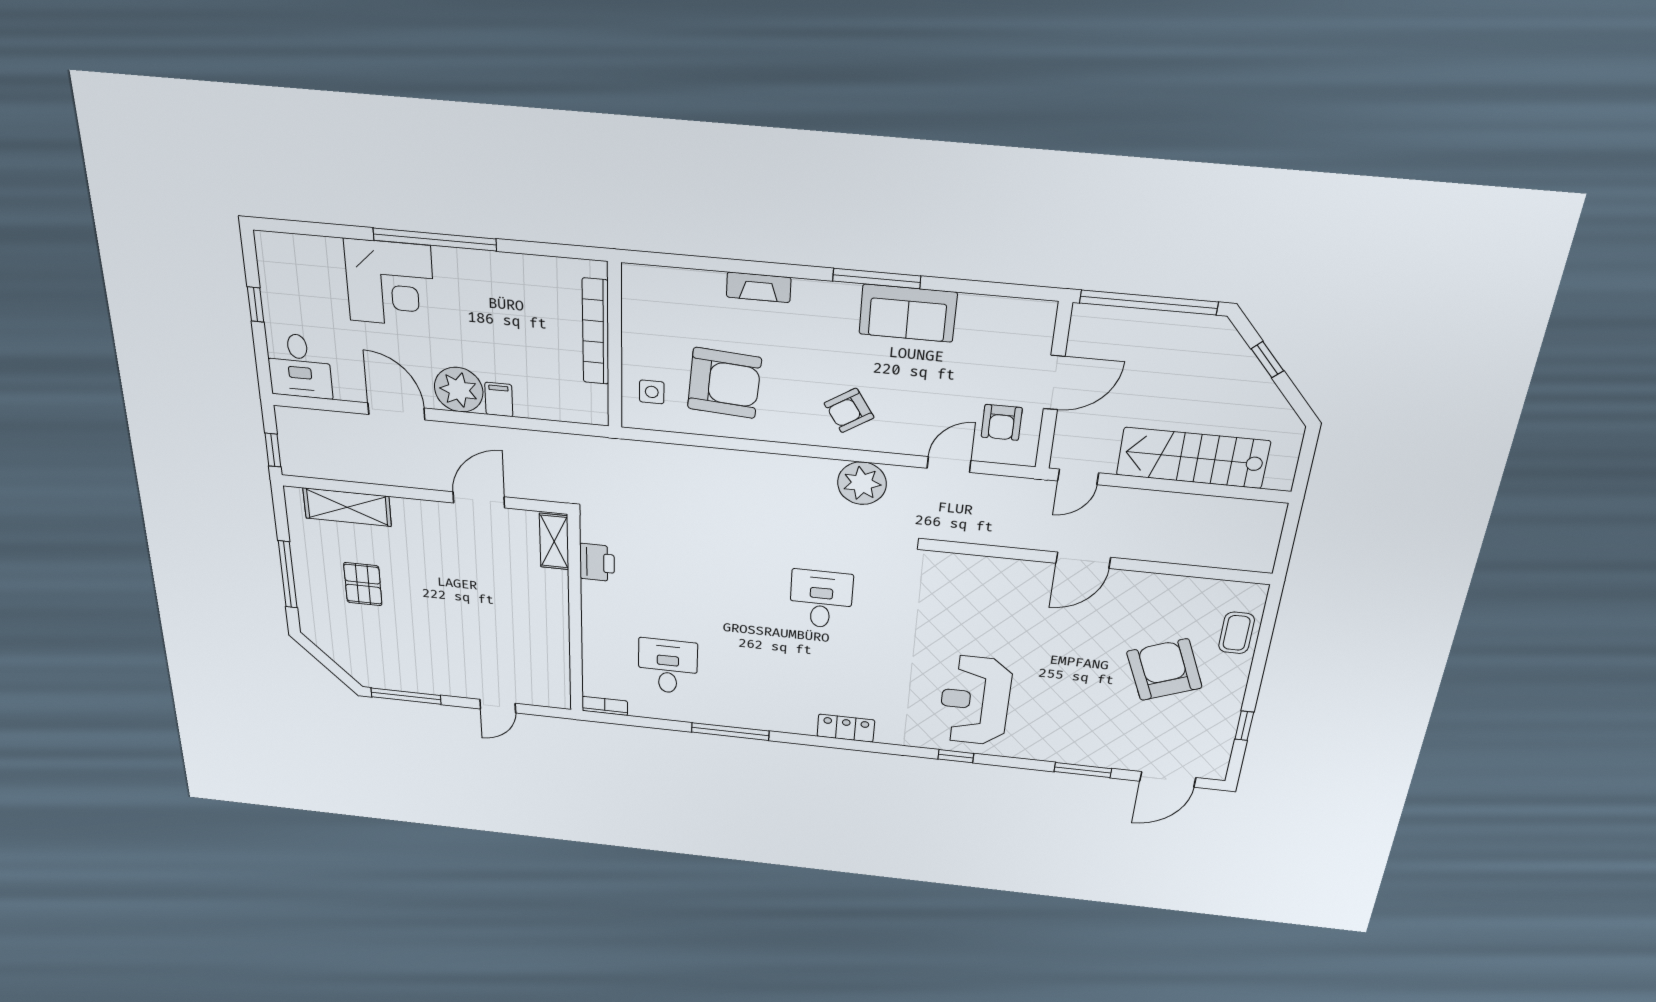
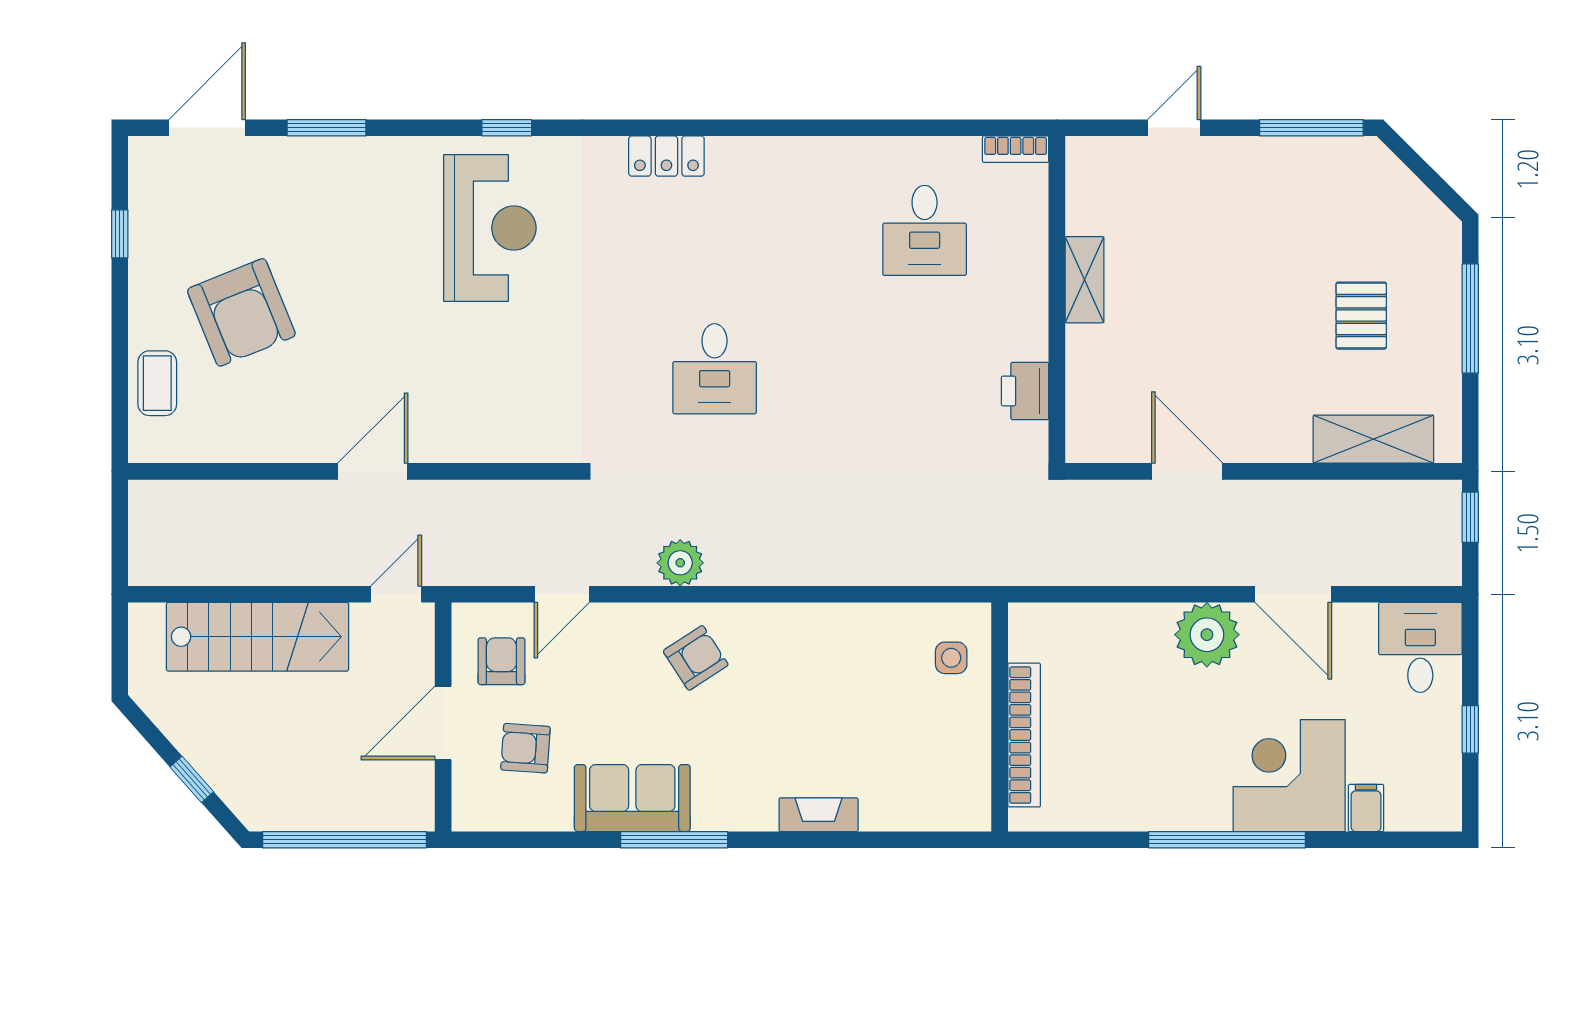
armchair: (724, 383) -> (525, 748), moved, width x0.53, depth x0.53
filing cabinet: (499, 399) -> (1366, 808), moved, turned 180
plant: (862, 483) -> (680, 563), width x0.73, depth x0.73
door: (479, 500) -> (1187, 471), swing flipped
shelving: (554, 542) -> (1084, 280), moved
window: (730, 732) -> (832, 128), removed

